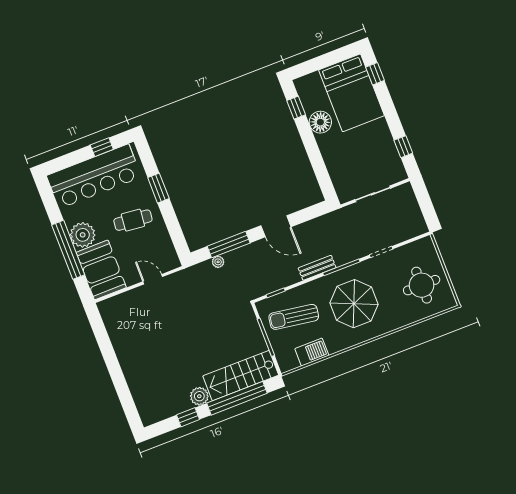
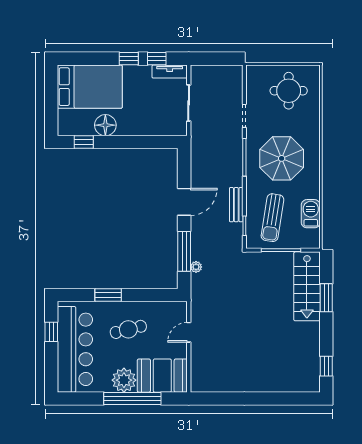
window: (375, 74) -> (129, 59), moved
tv unit: (396, 164) -> (170, 71), added
cafe table: (133, 220) -> (128, 329), turned 70
bench: (317, 268) -> (236, 205), moved
plant: (199, 396) -> (311, 331), removed
window: (237, 398) -> (326, 298), width x0.47
window: (188, 417) -> (326, 366), moved

